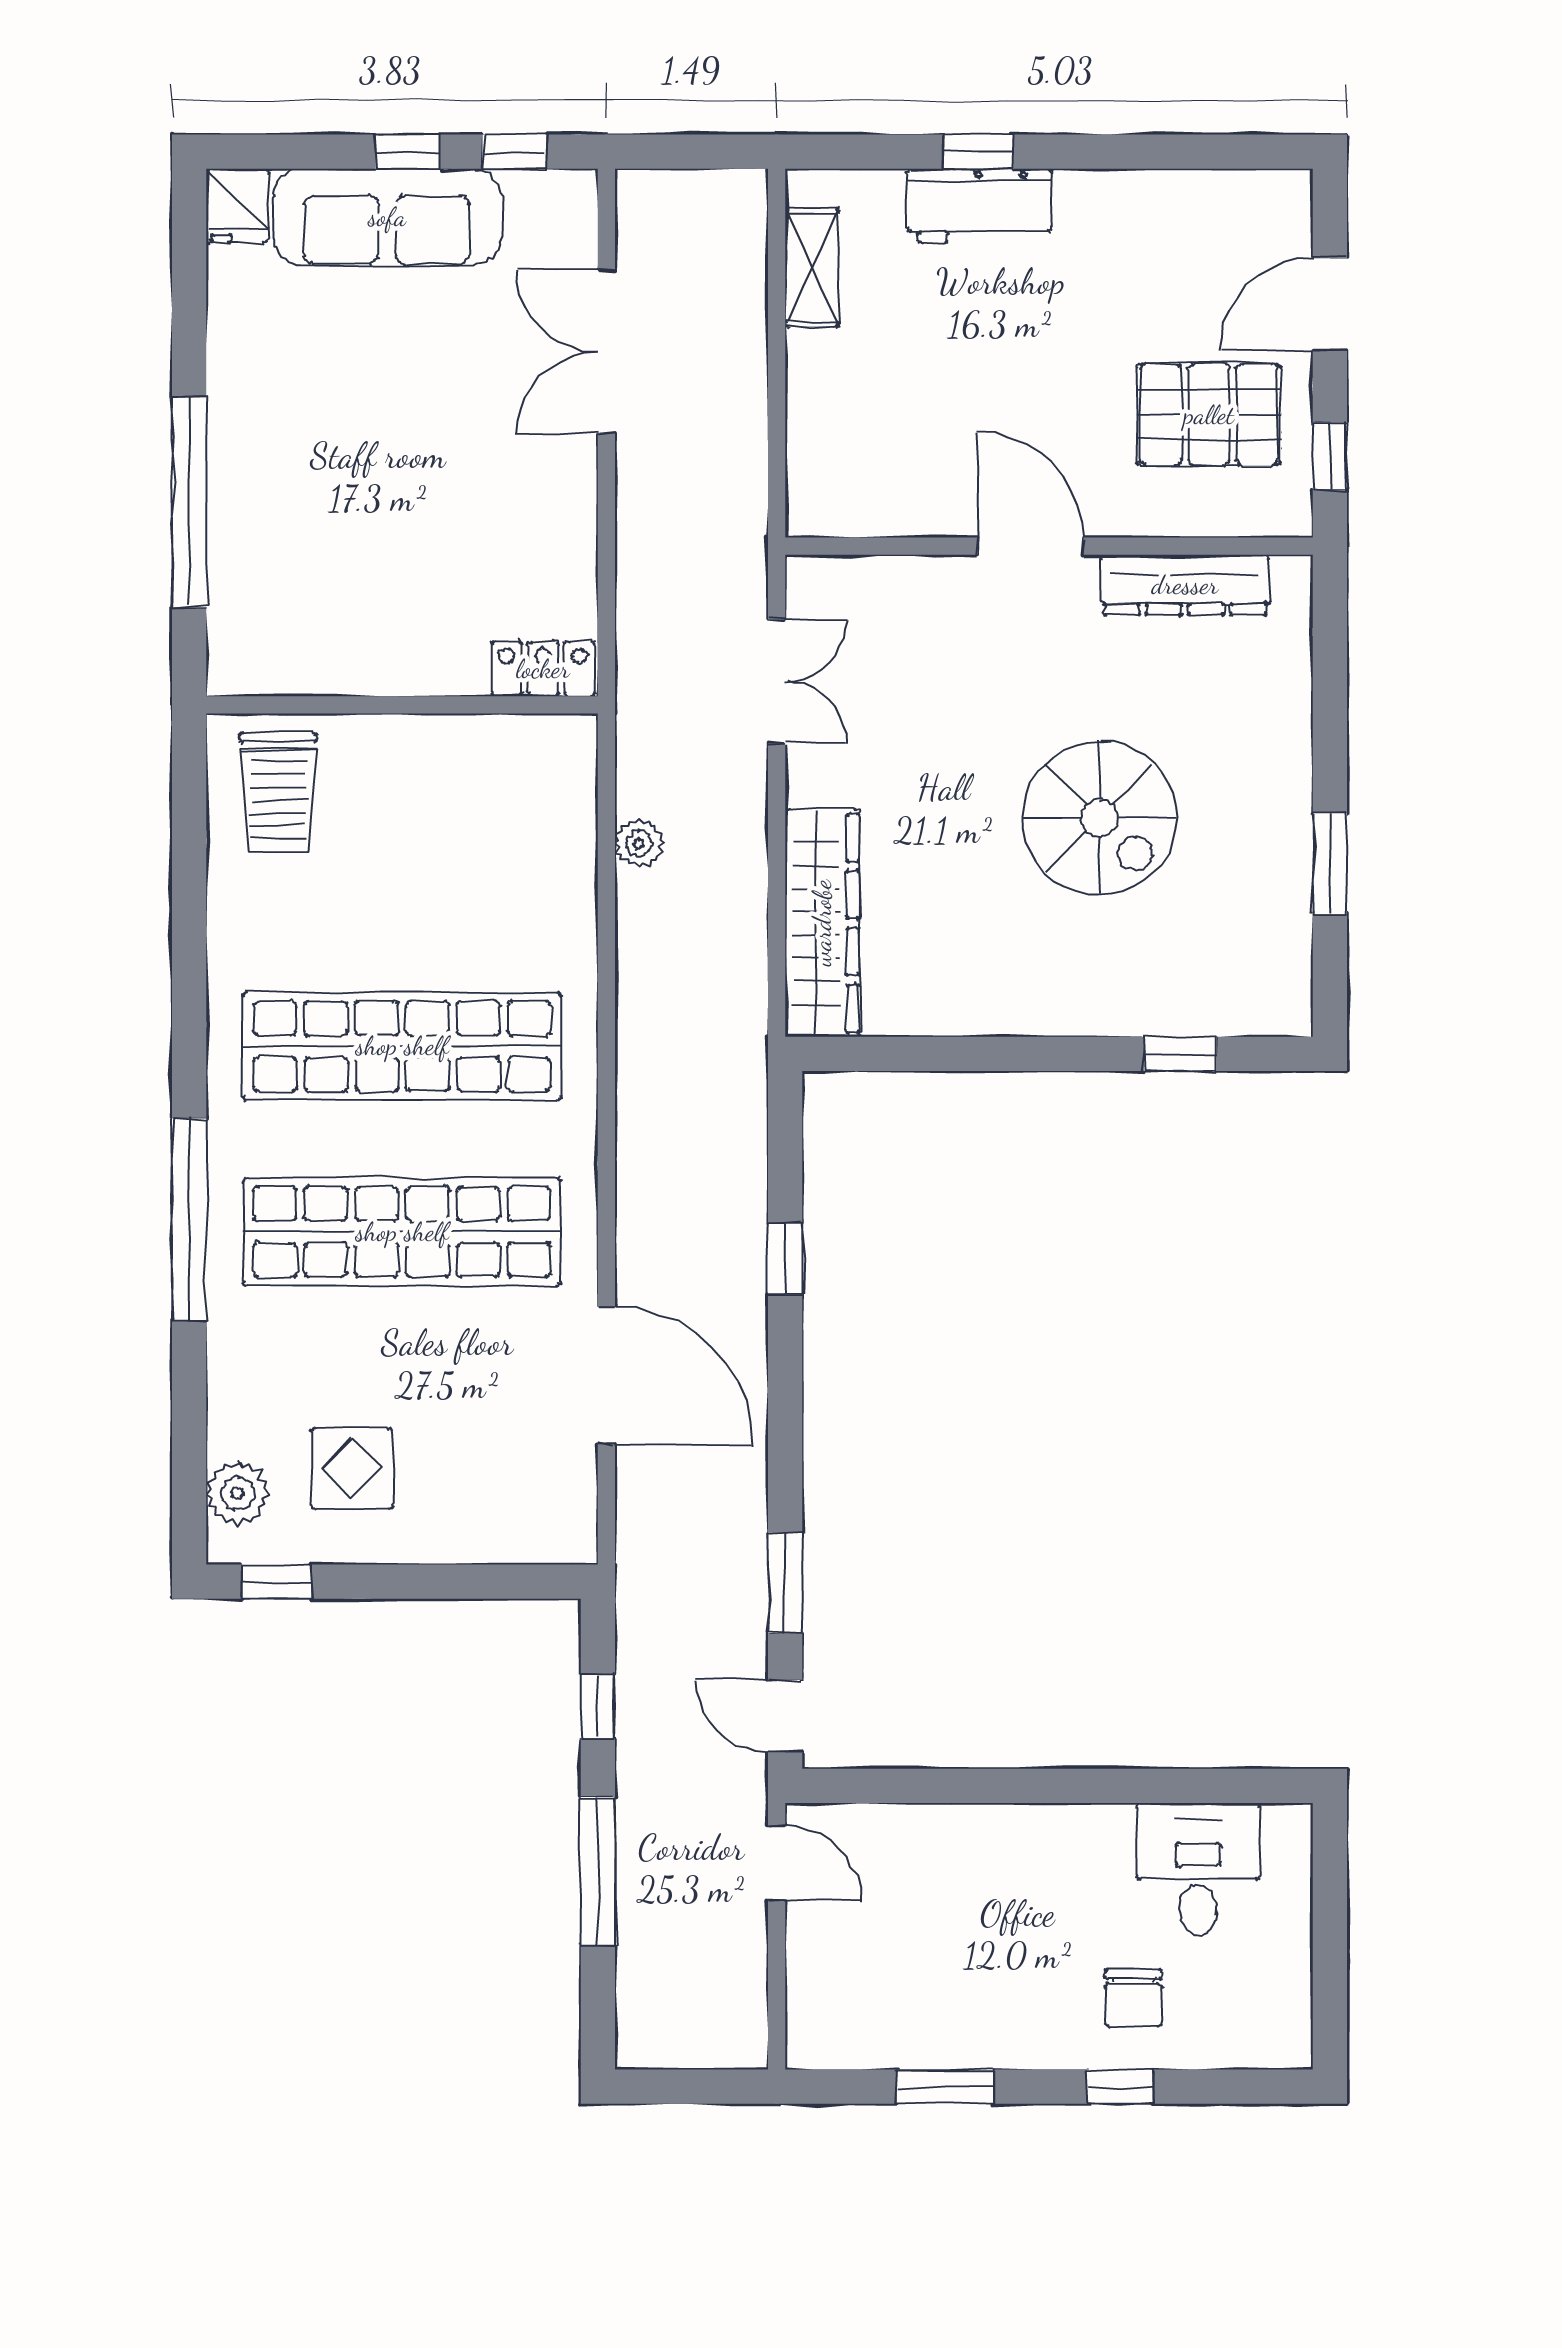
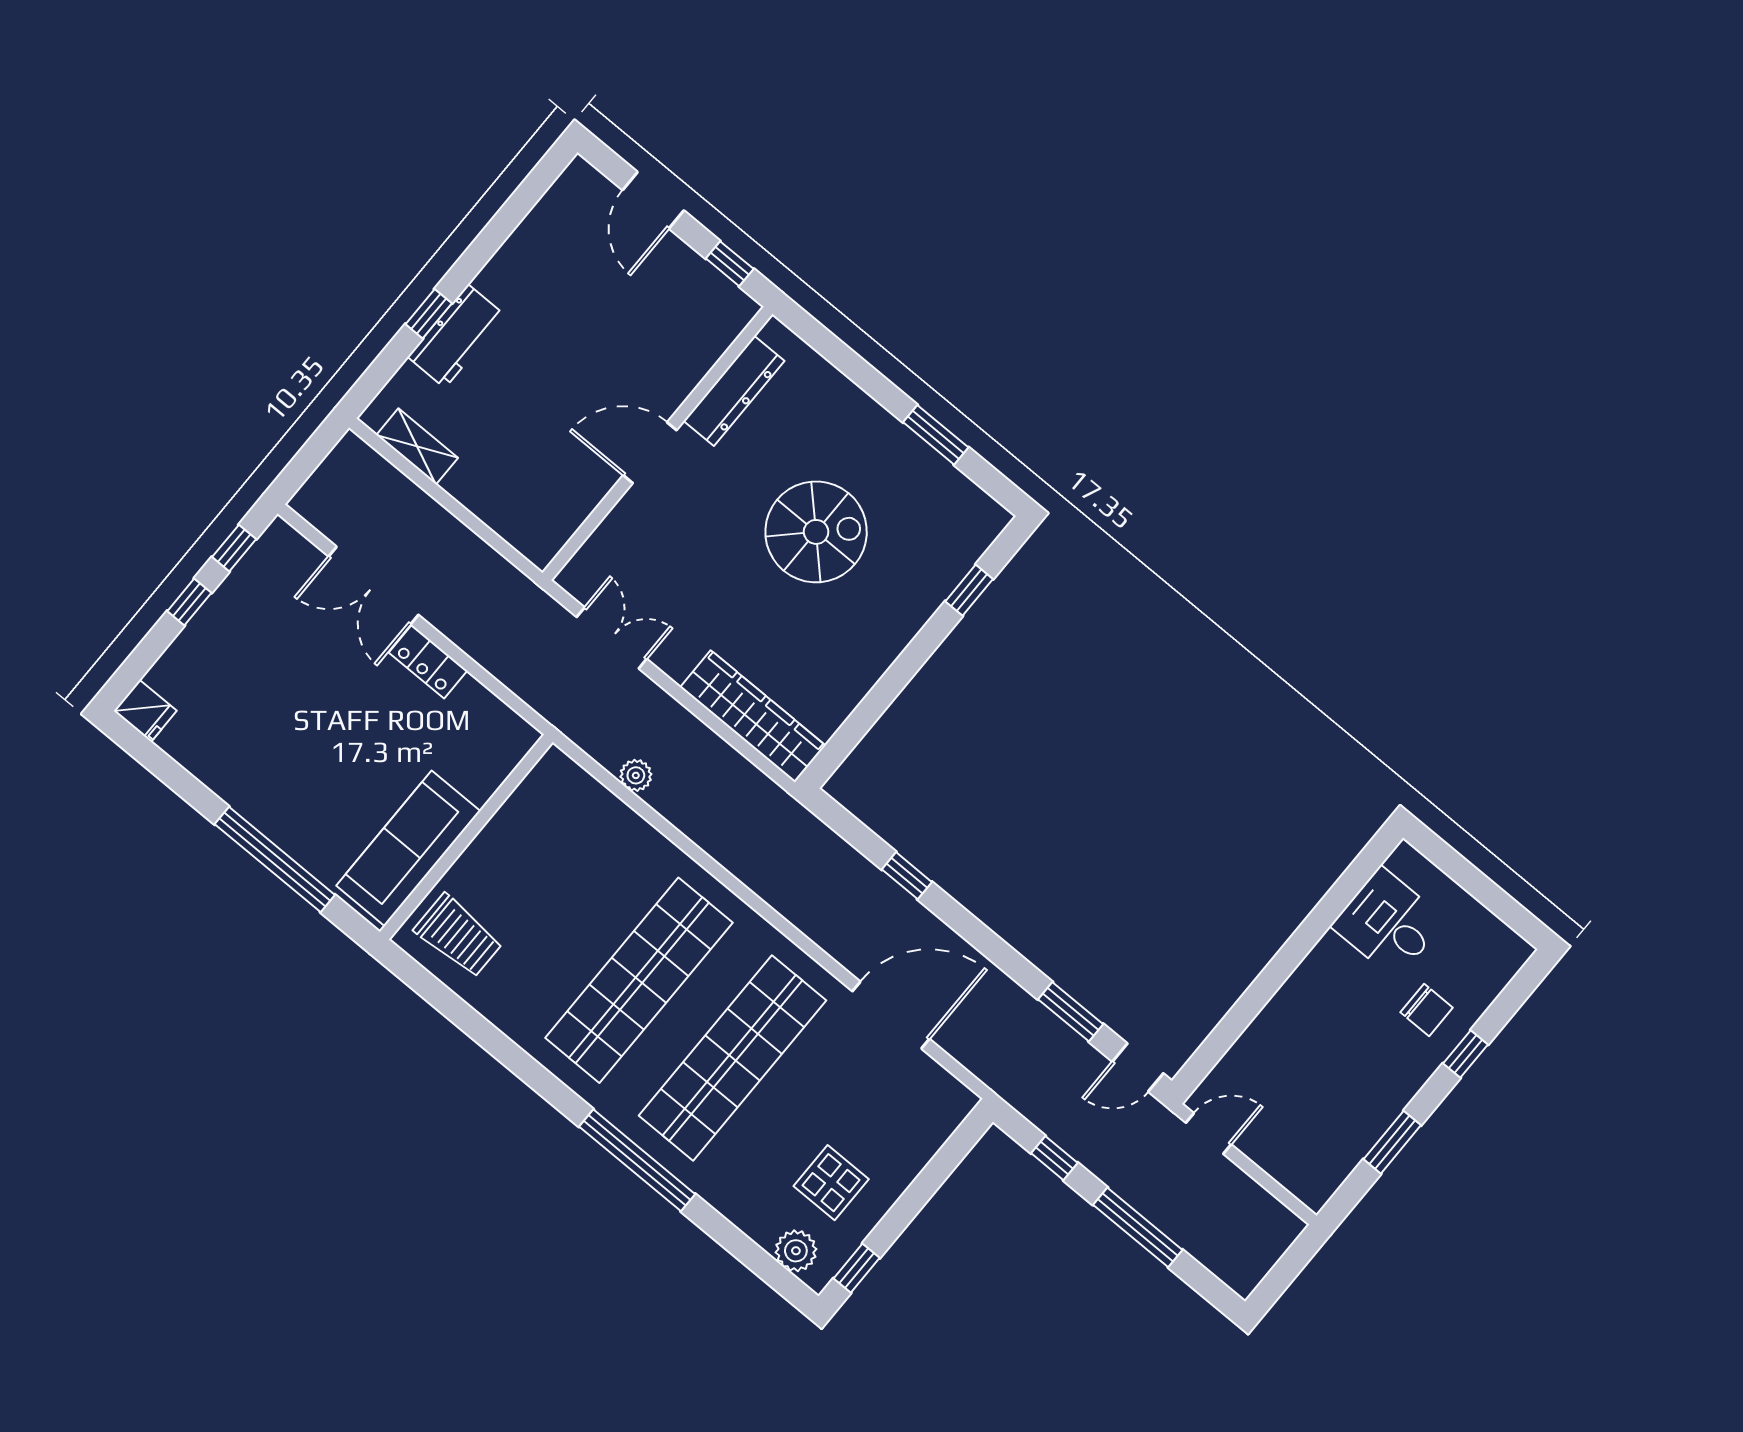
sofa: (387, 217) -> (408, 848), moved, turned 180
pallet: (1209, 415) -> (658, 308), removed
locker: (543, 669) -> (428, 662), moved, turned -90

